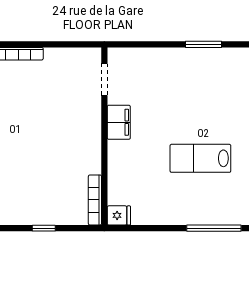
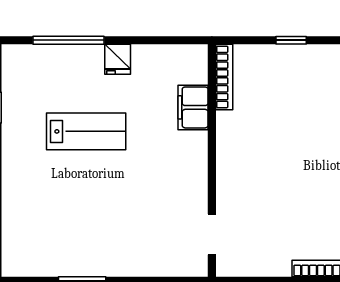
filing cabinet: (119, 122) -> (193, 107), moved
fridge: (119, 215) -> (118, 59), moved, turned -90

